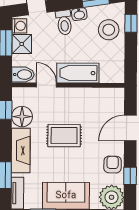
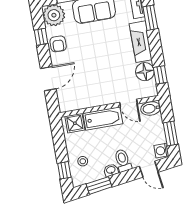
stool: (109, 30) -> (83, 161), width x0.53, depth x0.53
shower: (22, 44) -> (75, 123), moved
rug: (64, 136) -> (105, 62), removed

